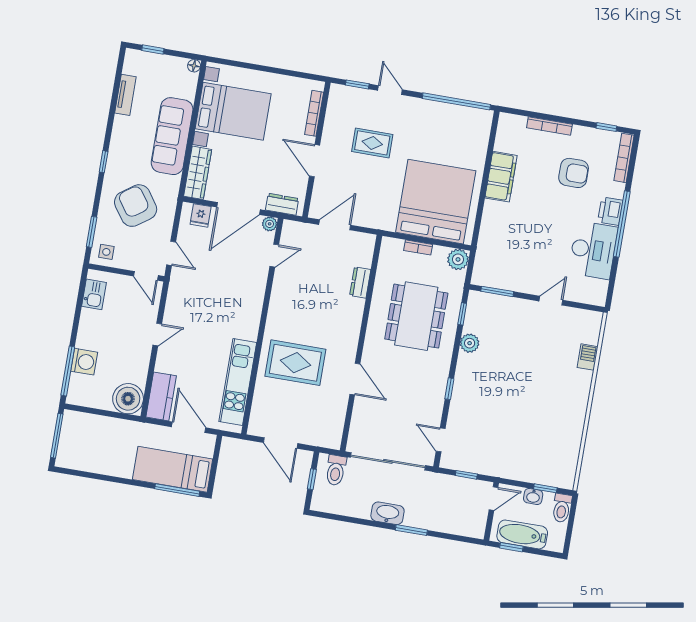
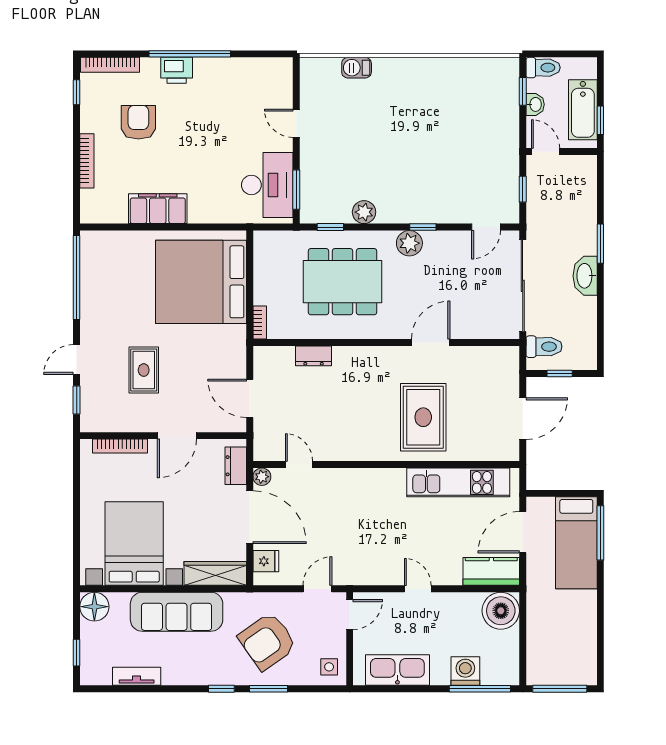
floor lamp: (194, 66) -> (94, 607), width x1.89, depth x1.89
window: (92, 232) -> (268, 689), moved
bookcase: (418, 247) -> (260, 322), moved
desk: (593, 250) -> (267, 185), moved, turned 90
plant: (458, 259) -> (409, 243), moved
kitchen sink: (94, 294) -> (397, 670), width x1.88, depth x1.24

